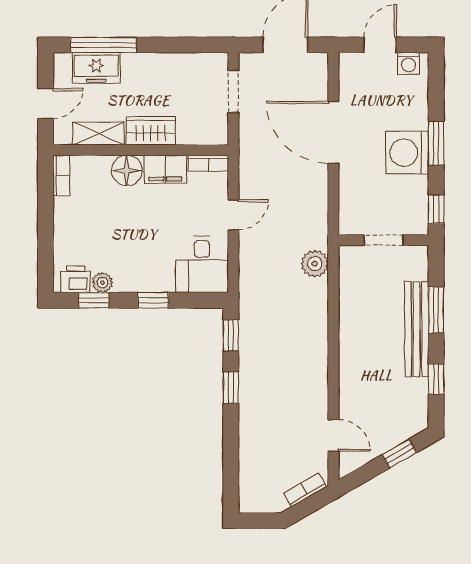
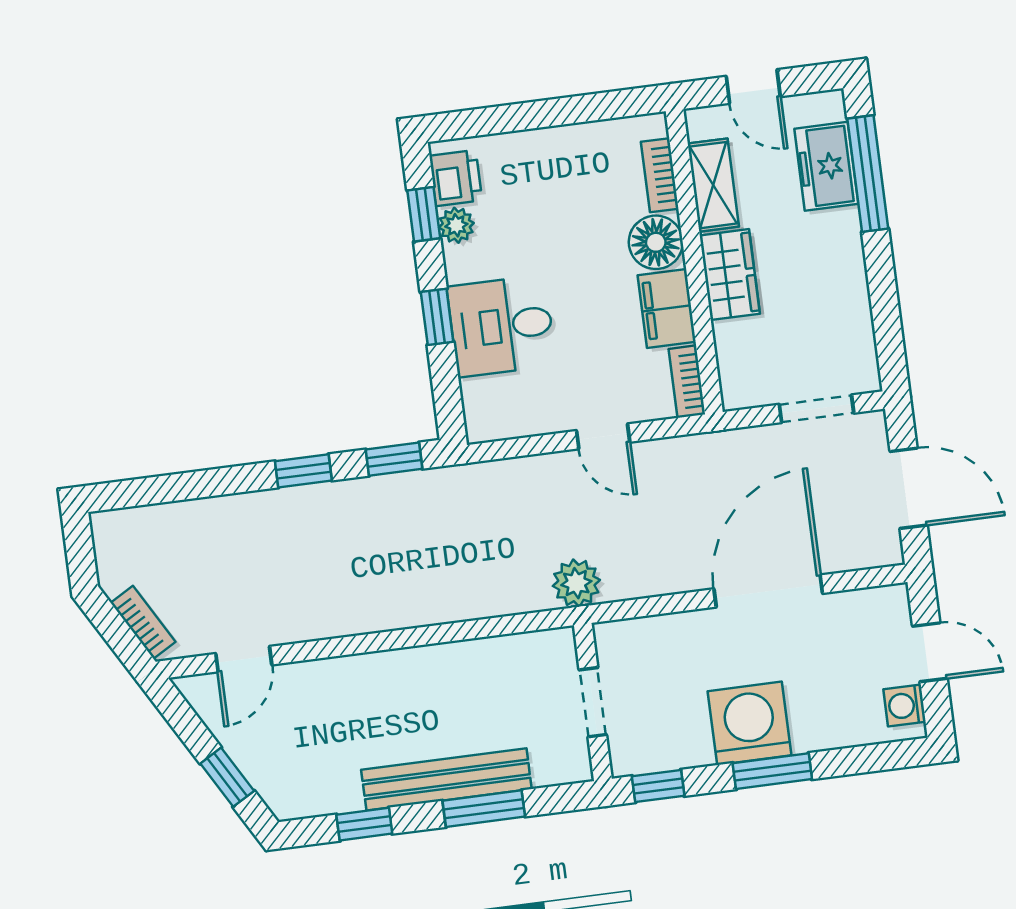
bookcase: (61, 176) -> (660, 175), moved, turned 90
desk: (202, 264) -> (501, 326), moved
plant: (315, 264) -> (576, 583), moved

